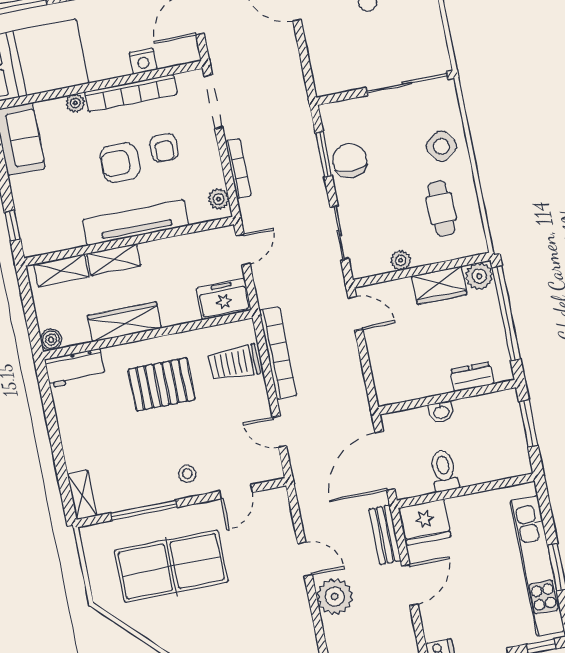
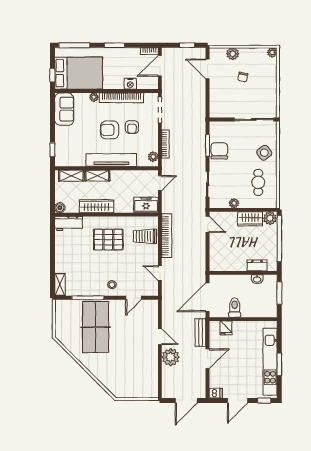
washbasin: (441, 412) -> (257, 279), moved
fridge: (425, 522) -> (226, 328), width x0.53, depth x0.75
table tennis table: (171, 566) -> (96, 327), turned 90

